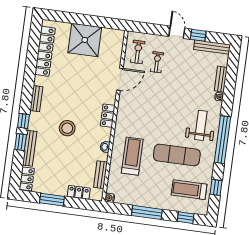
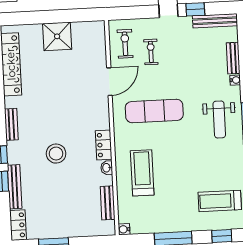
shower: (85, 40) -> (57, 36), width x0.73, depth x0.73
locker: (108, 116) -> (104, 145), moved
weight bench: (201, 125) -> (219, 119), turned 180
exercise mat: (177, 155) -> (154, 111), moved
locker: (79, 192) -> (85, 230), removed

